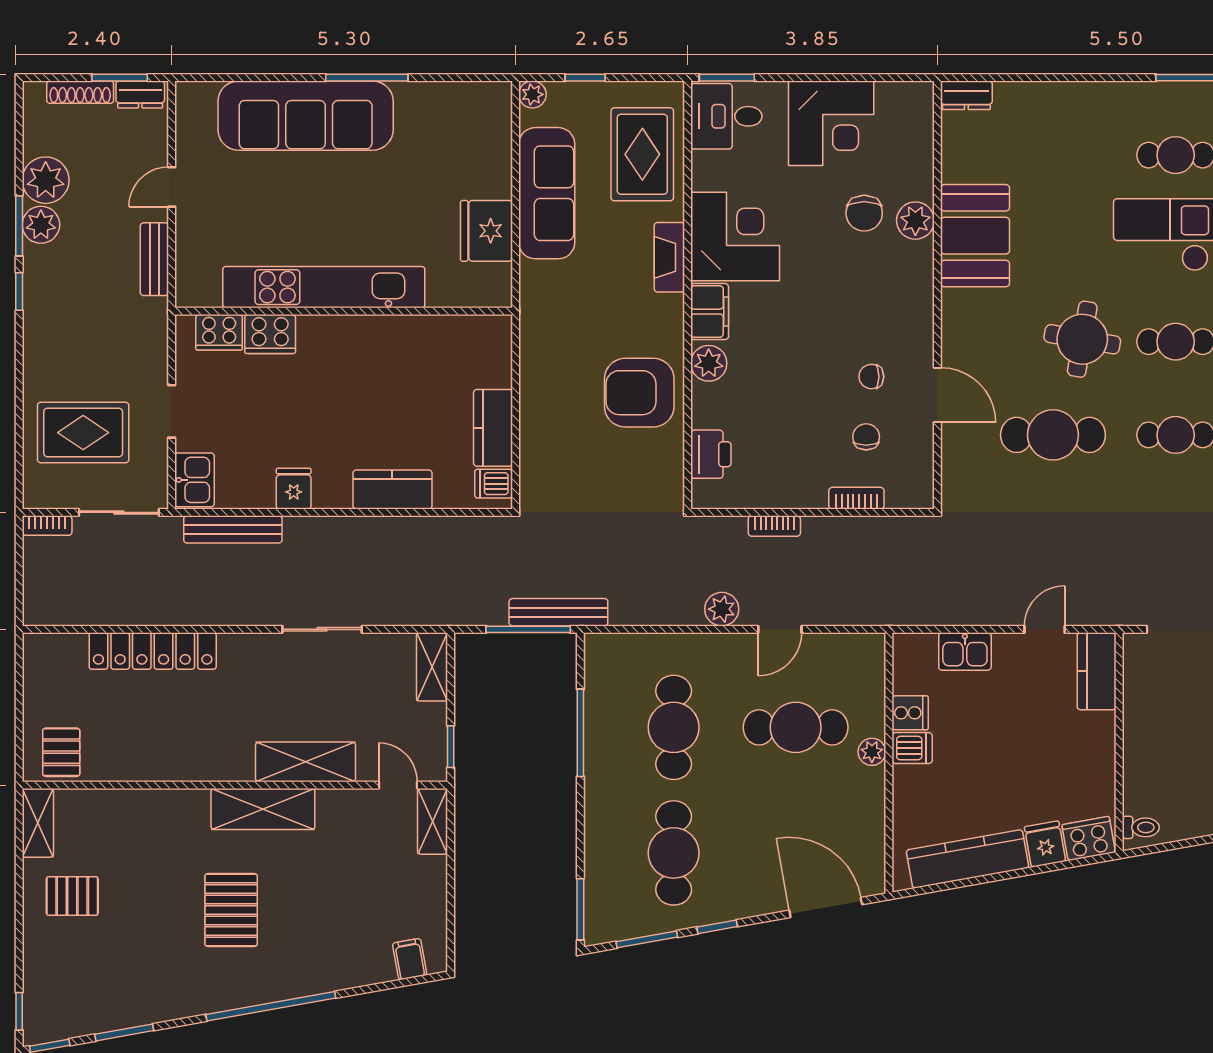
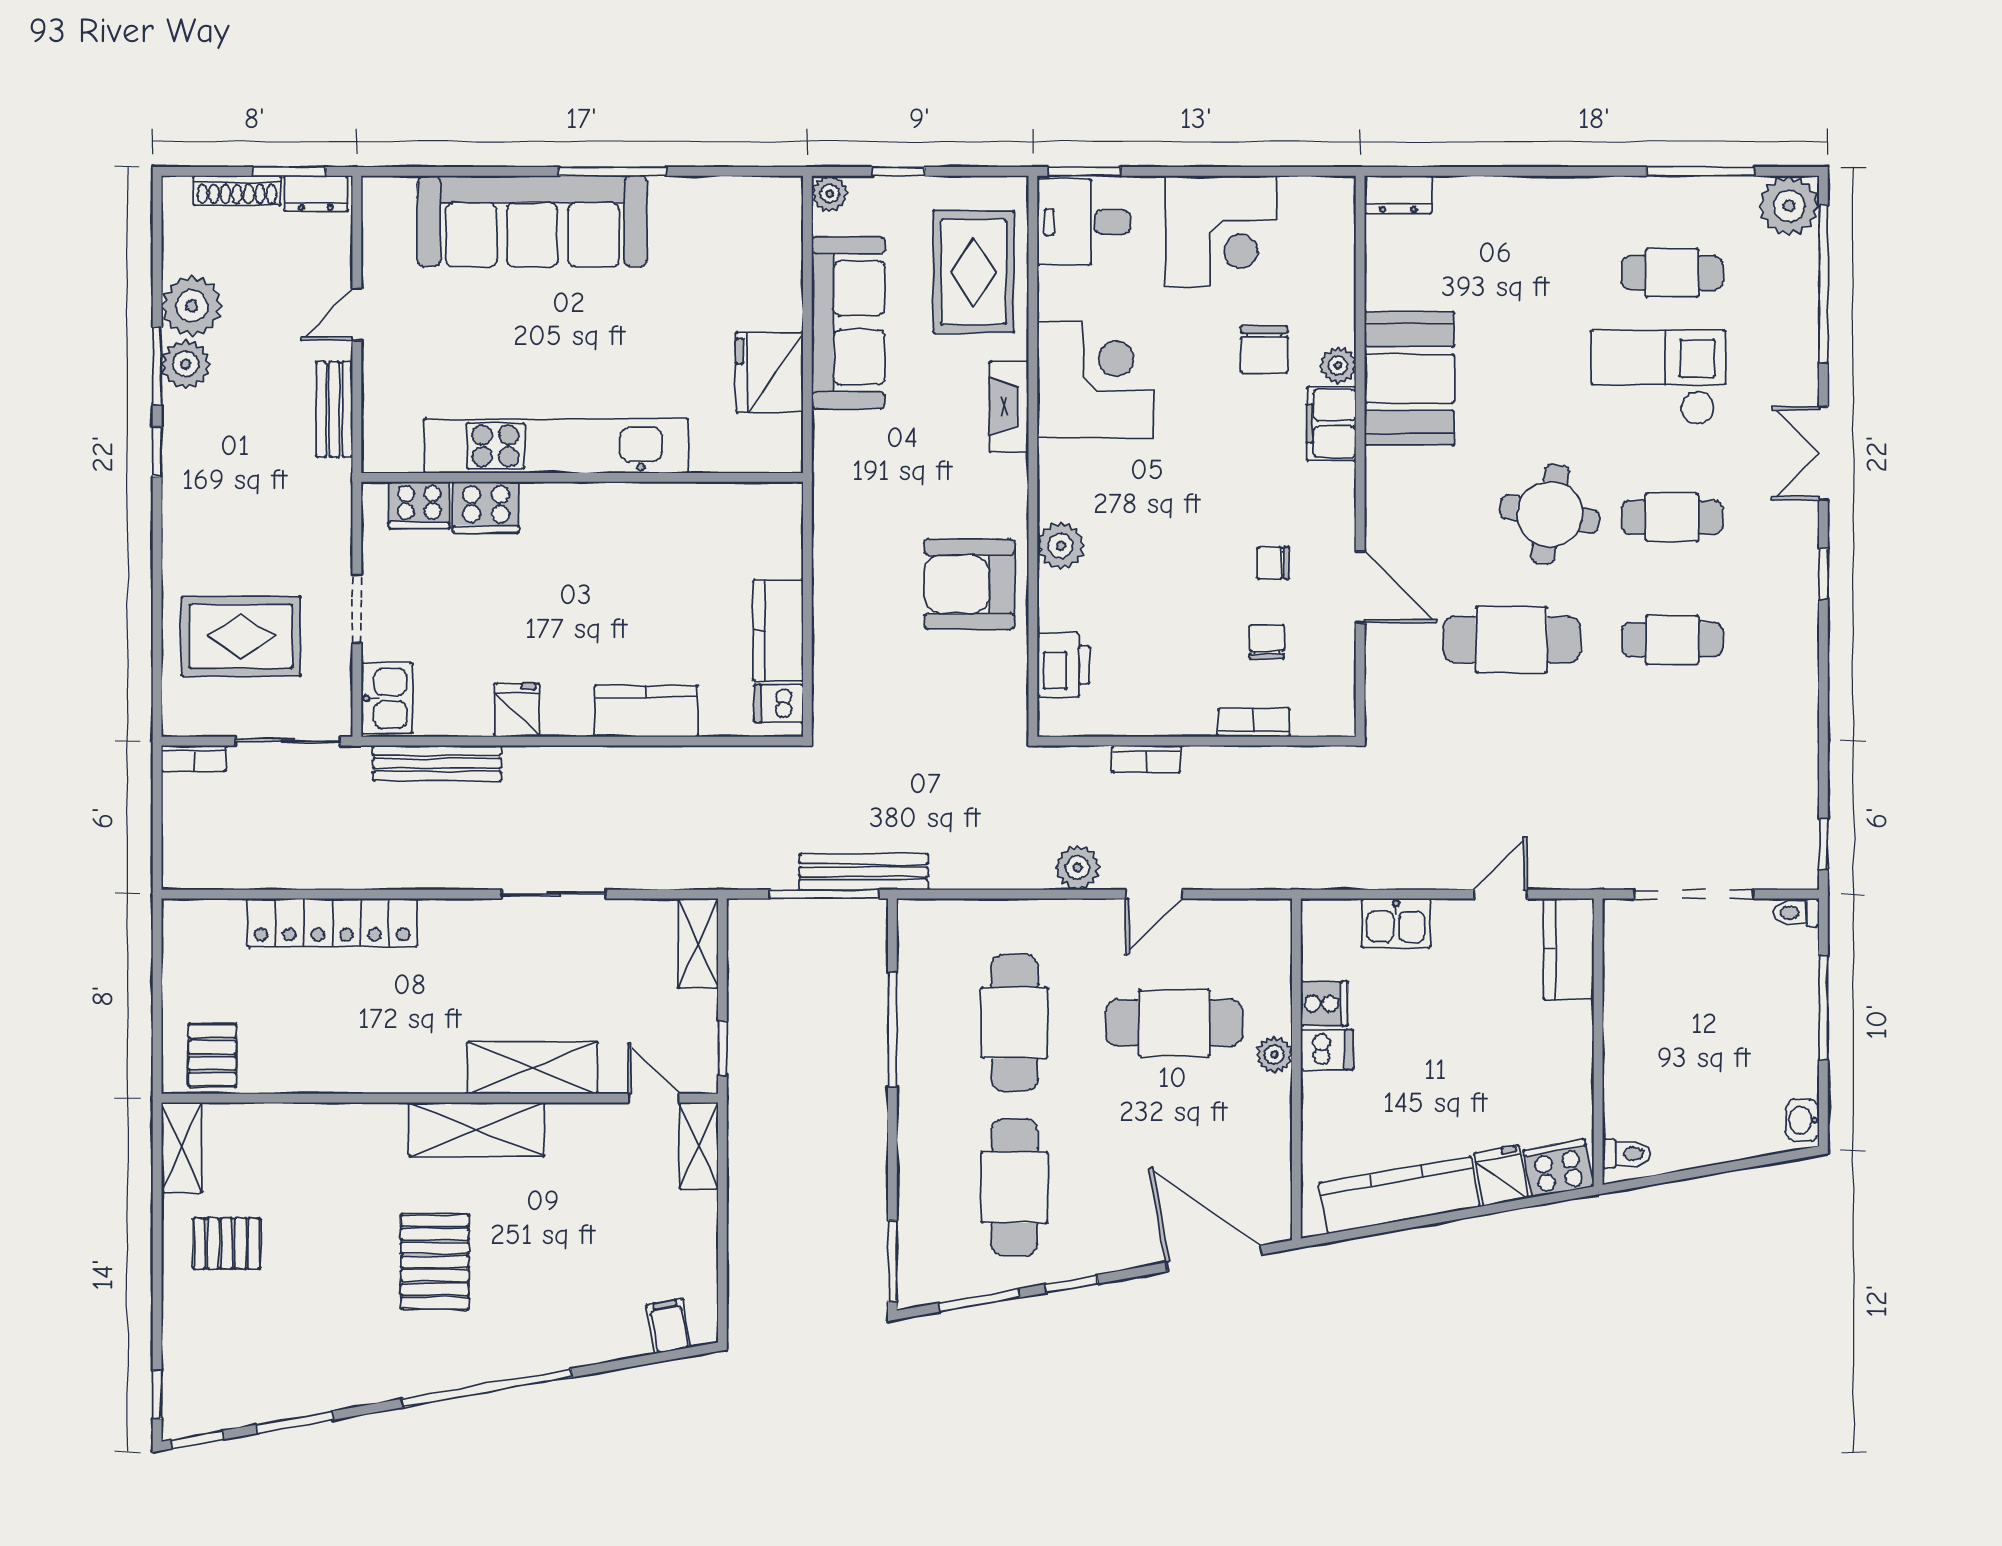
plant: (915, 221) -> (1338, 365), width x0.73, depth x0.73
filing cabinet: (710, 312) -> (1331, 424), moved, turned 180

